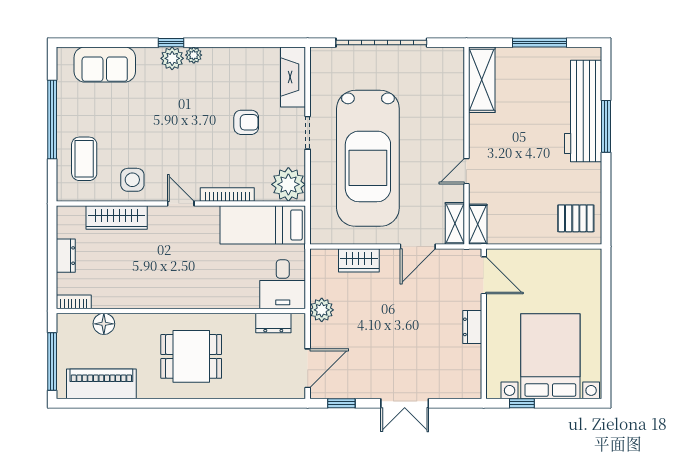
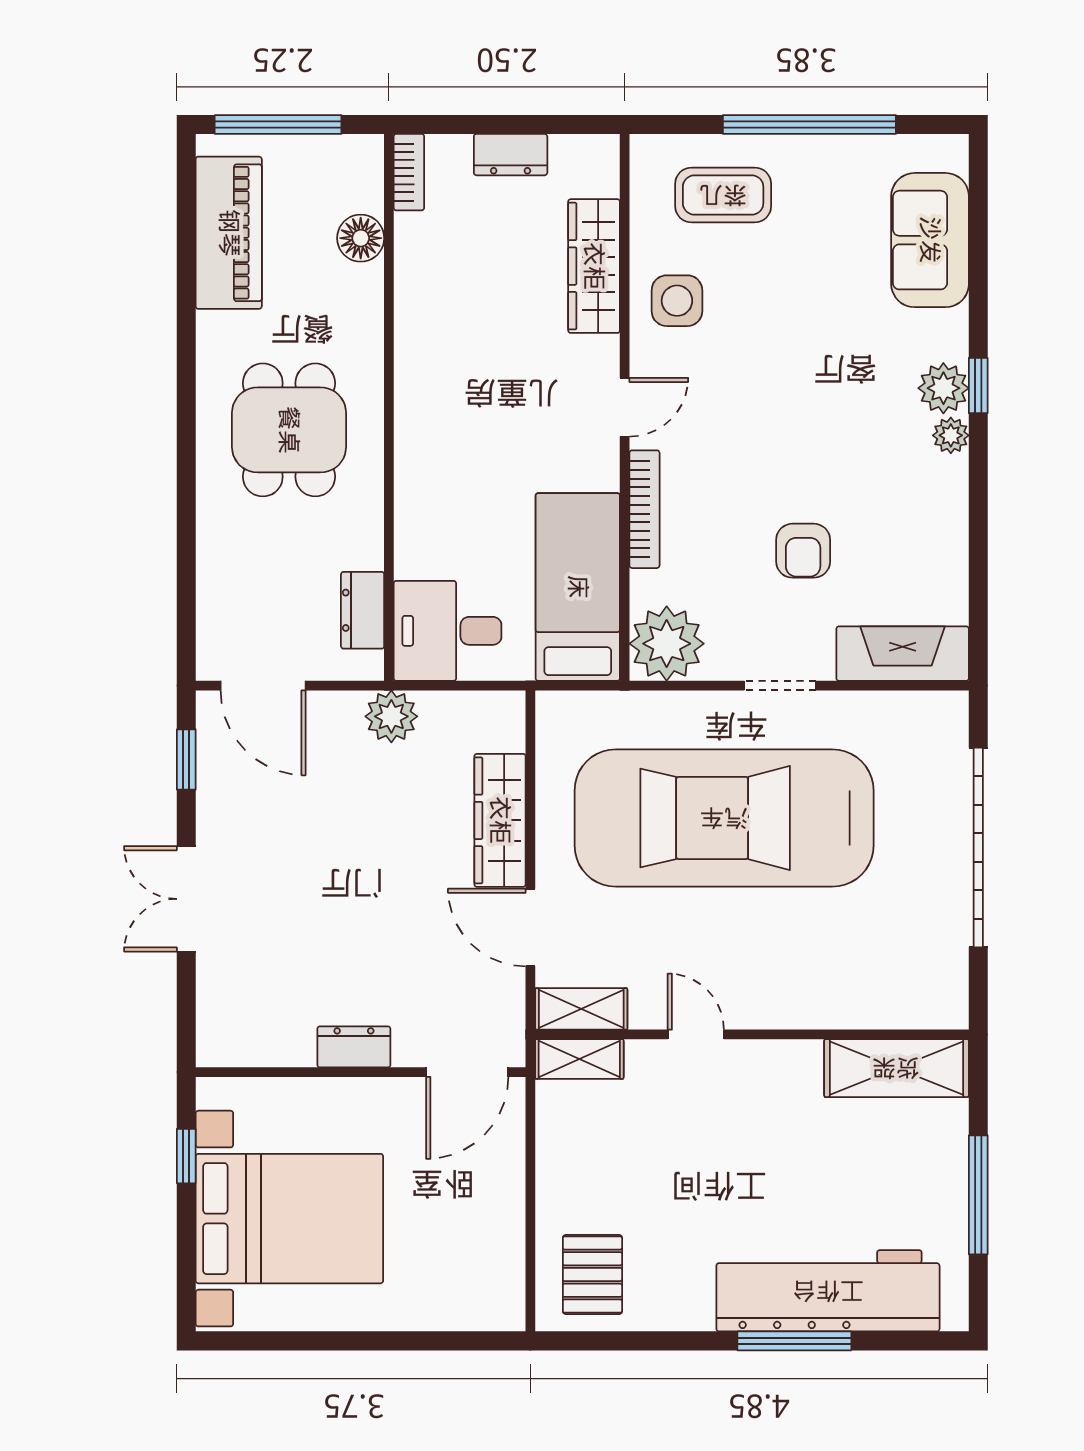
wardrobe: (359, 260) -> (500, 820), width x1.50

